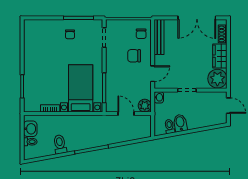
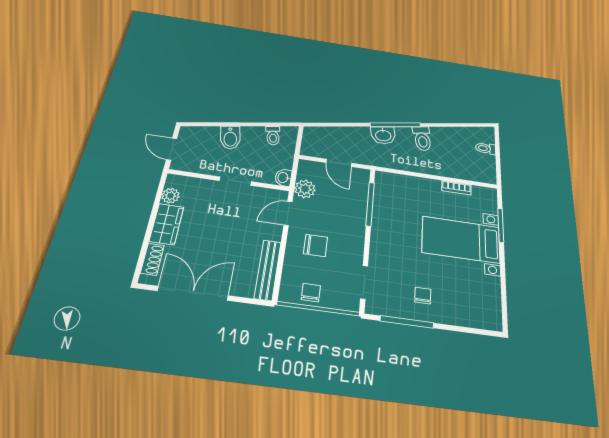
chair: (141, 34) -> (311, 293), moved
plant: (217, 79) -> (171, 196), width x0.53, depth x0.53
bed with nightstands: (81, 88) -> (461, 240), moved, turned 90
plant: (145, 106) -> (305, 189), moved
bidet: (180, 123) -> (230, 138), moved
washbasin: (30, 129) -> (383, 135), moved, turned -100
toilet: (60, 144) -> (422, 139), moved

